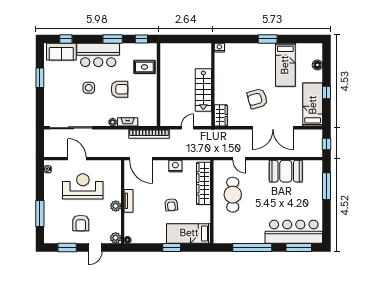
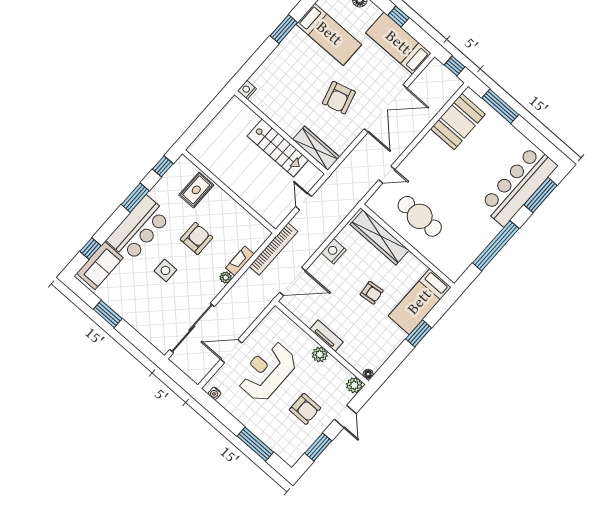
wardrobe: (221, 115) -> (316, 148), width x1.50
booth: (286, 171) -> (458, 121), moved

